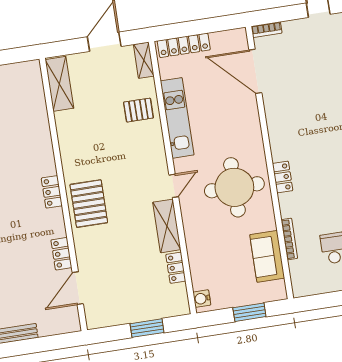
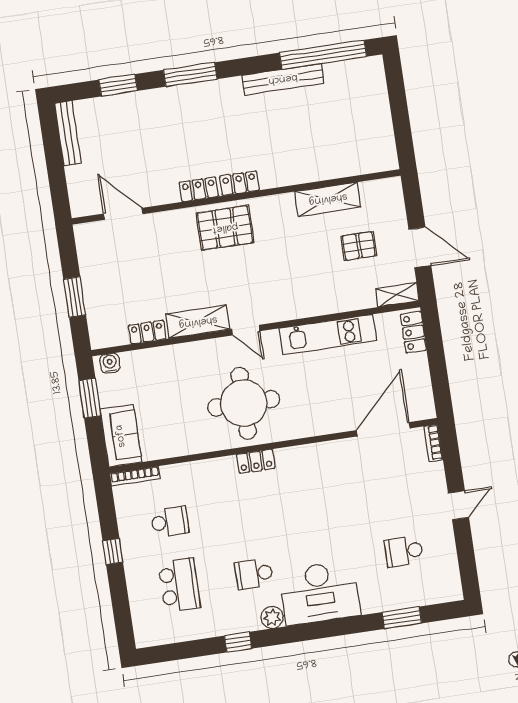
locker: (184, 45) -> (413, 332), width x0.66
shelving: (59, 84) -> (328, 199), moved
pallet: (138, 110) -> (359, 246), moved, turned 90
bookcase: (289, 239) -> (135, 476), moved
locker: (61, 254) -> (199, 189), moved
sofa: (267, 256) -> (121, 436), moved, turned 90
window: (249, 312) -> (90, 398), moved

